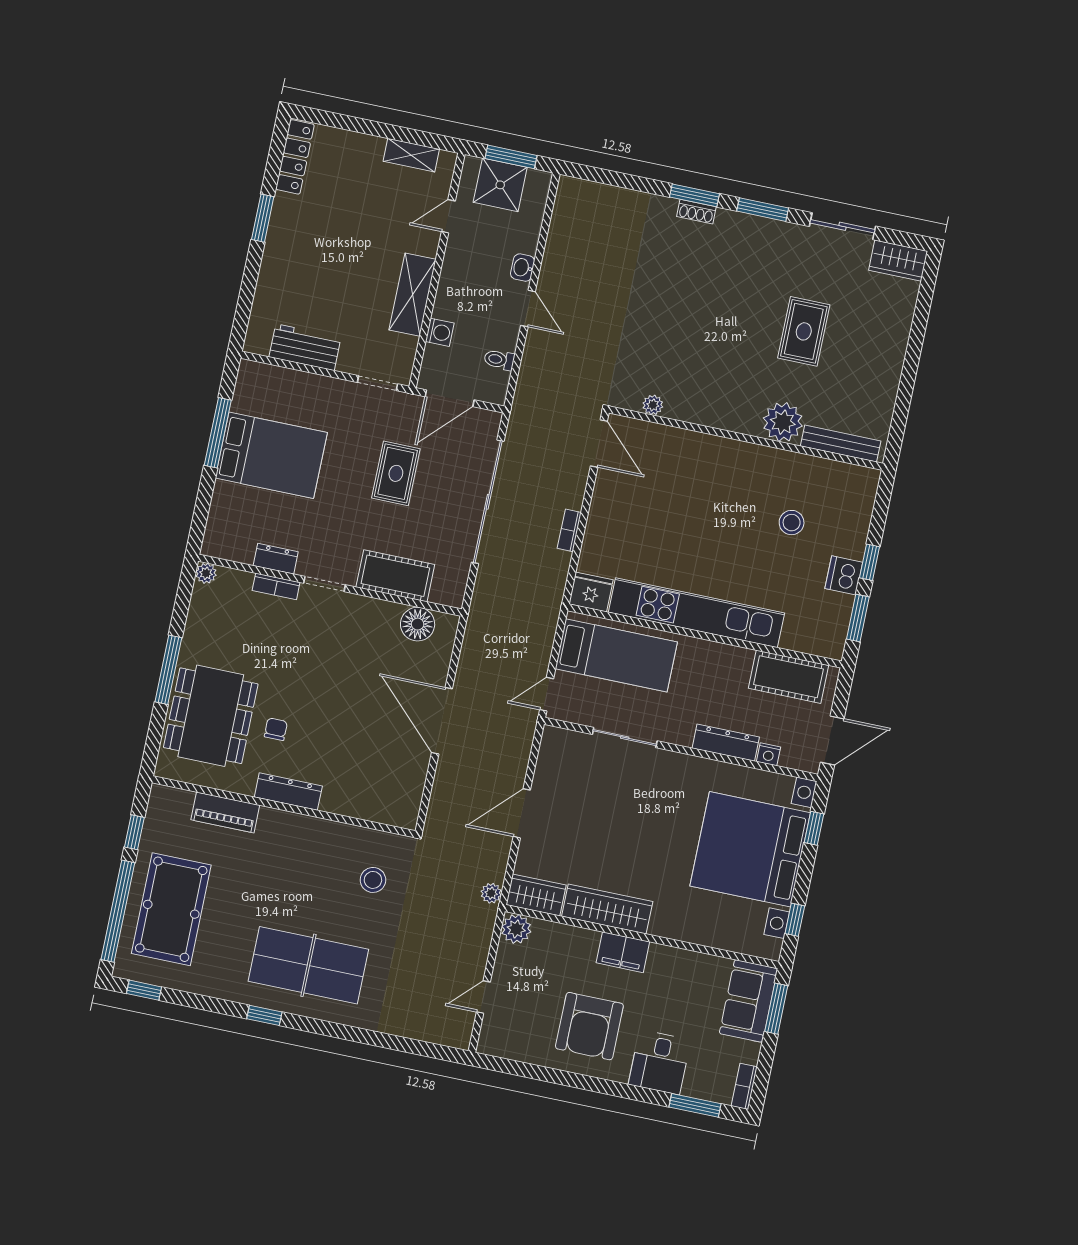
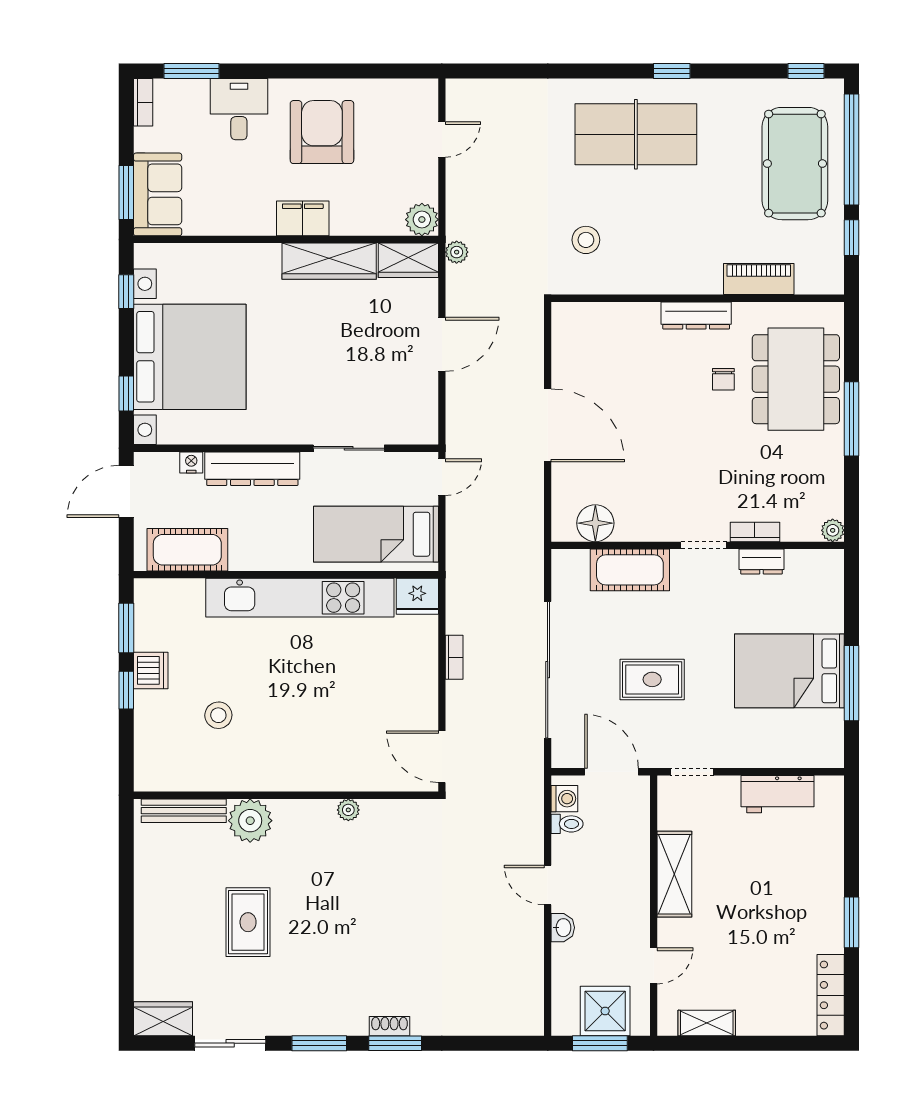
washing machine: (440, 332) -> (564, 799), moved, turned 180
door: (450, 398) -> (612, 772), hinge flipped
plant: (653, 405) -> (348, 810), moved
rug: (396, 473) -> (652, 679), turned 90
dresser: (726, 743) -> (252, 469), width x1.37, depth x1.24

